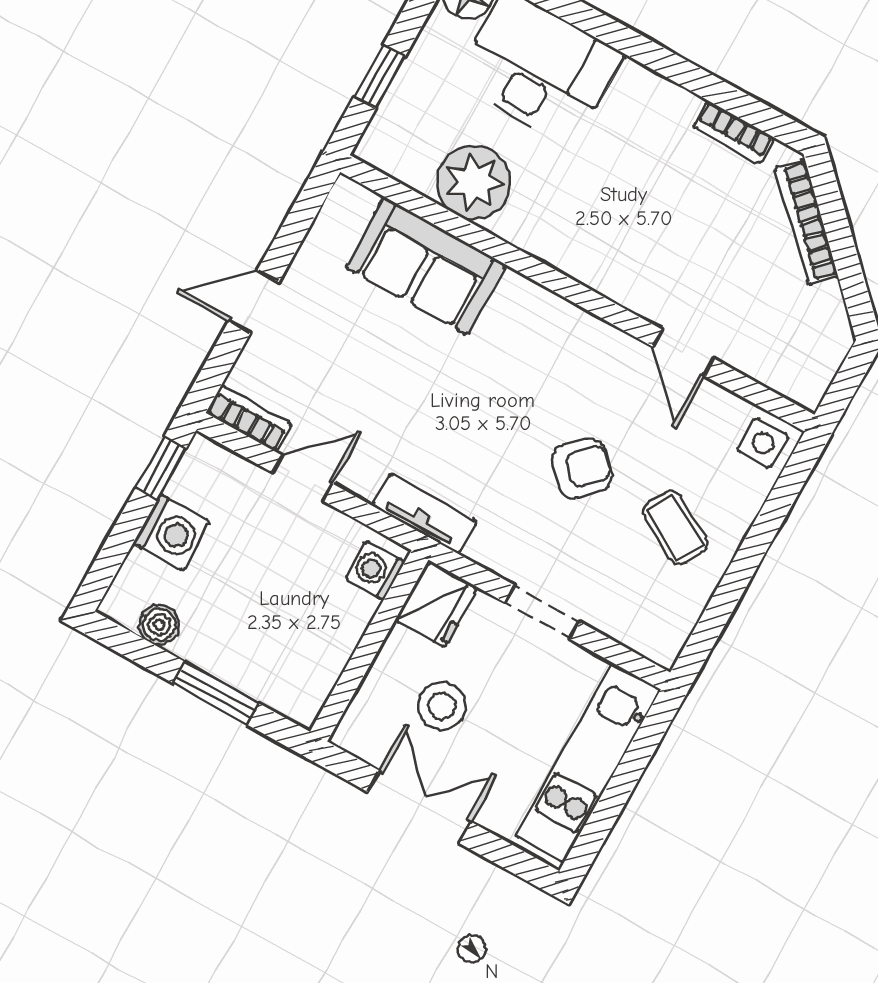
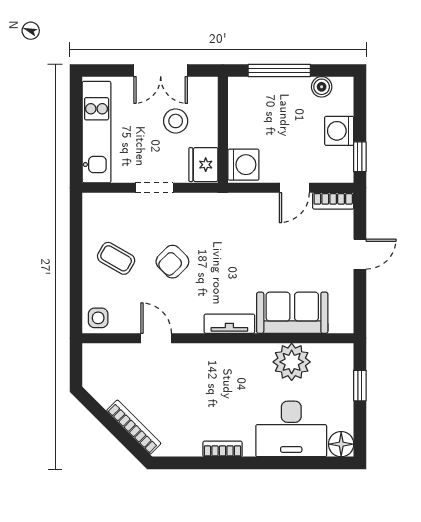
bookcase: (734, 132) -> (222, 449), moved
tv unit: (425, 514) -> (229, 324), moved, turned 180
washing machine: (375, 570) -> (243, 165), width x1.38, depth x1.38
window: (216, 693) -> (279, 70), width x1.44

